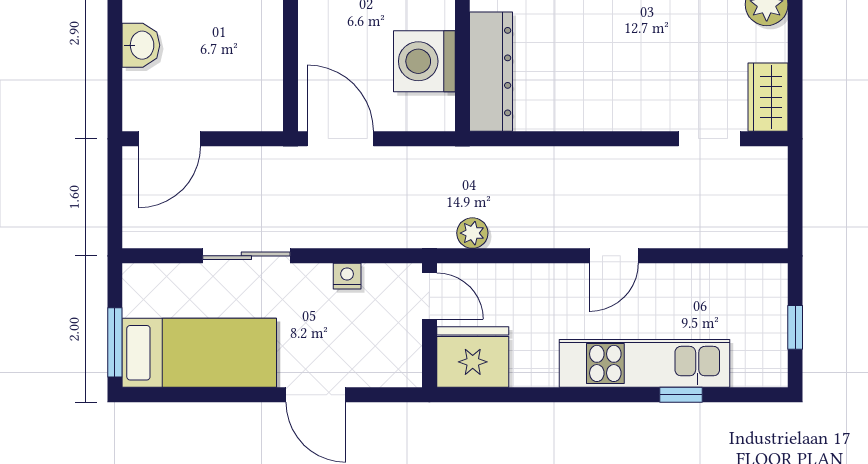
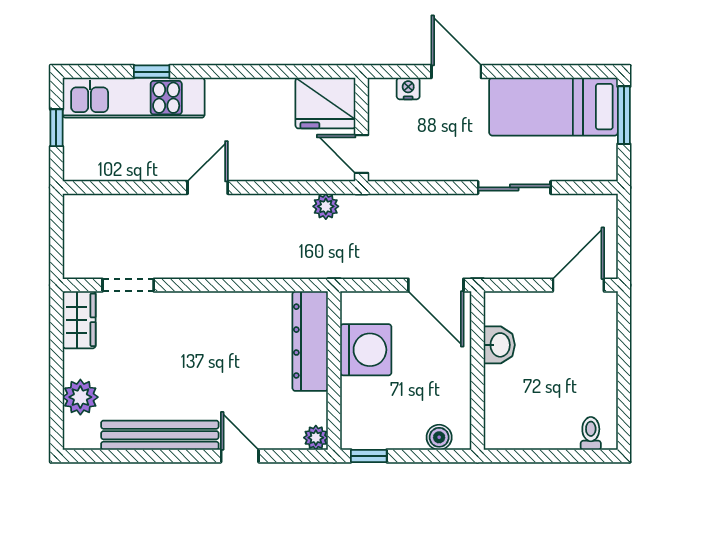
washbasin: (141, 45) -> (499, 345), moved, turned 180
nightstand: (347, 276) -> (408, 88), moved, turned 180
kitchen unit: (644, 363) -> (134, 98), moved

